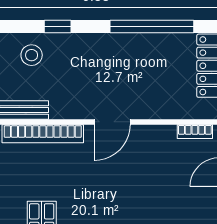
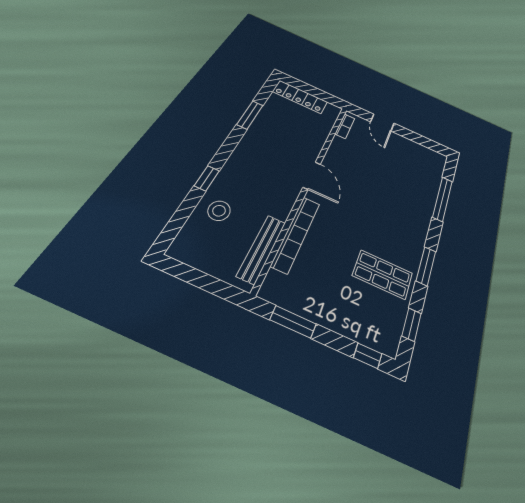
window: (152, 27) -> (250, 115), width x0.47

